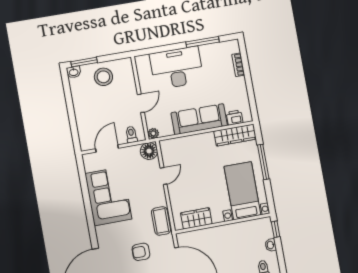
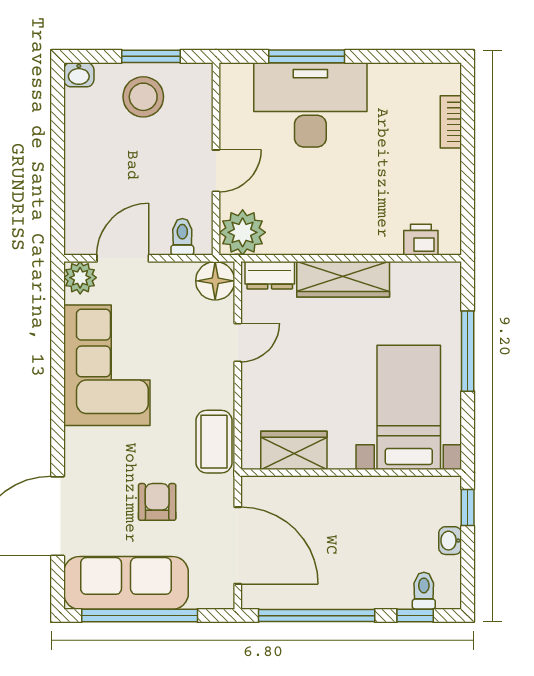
window: (203, 42) -> (307, 56), moved
window: (84, 62) -> (151, 56), moved
sofa: (199, 119) -> (340, 229), removed
plant: (153, 133) -> (243, 232), width x1.88, depth x1.88
wardrobe: (235, 135) -> (343, 279), moved
dresser: (172, 144) -> (270, 275), added
plant: (90, 160) -> (80, 278), added
armchair: (141, 252) -> (157, 502), turned 90

